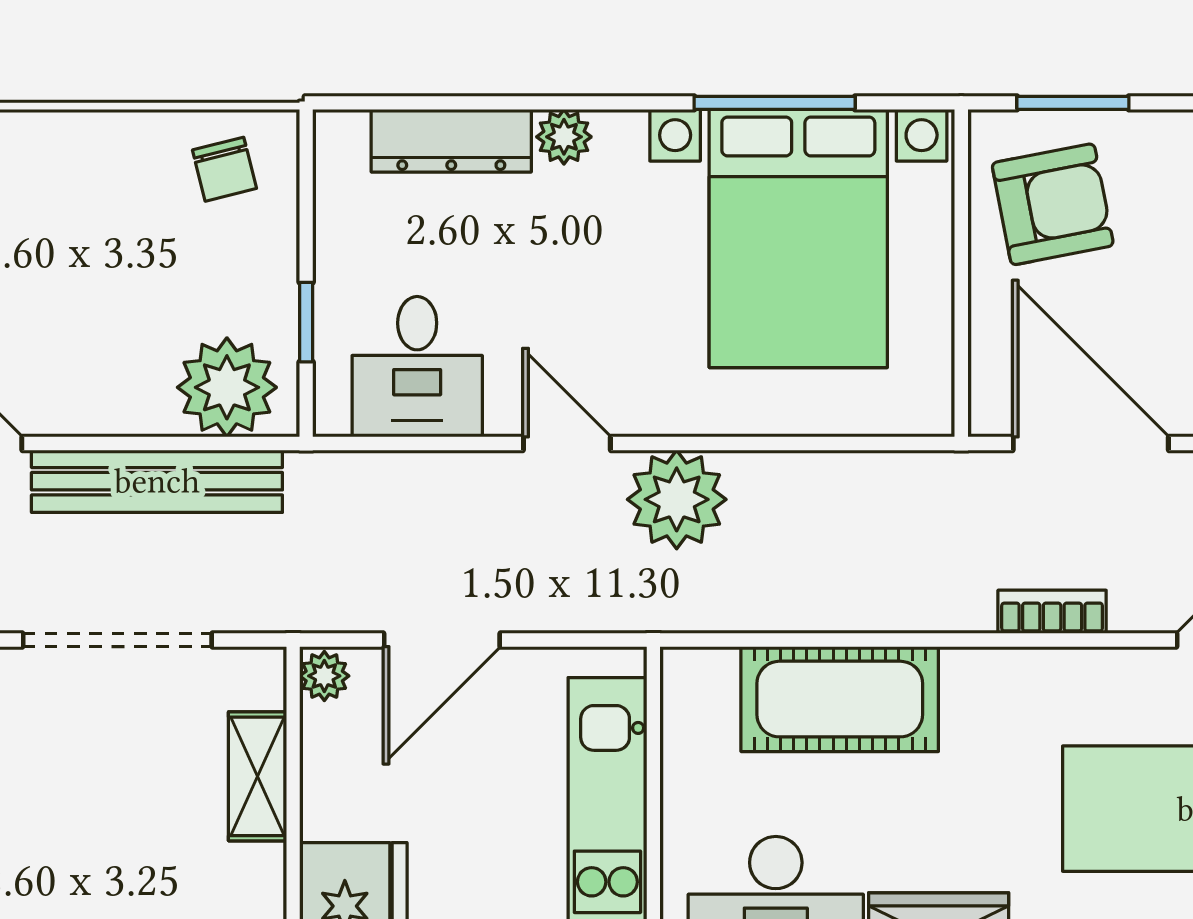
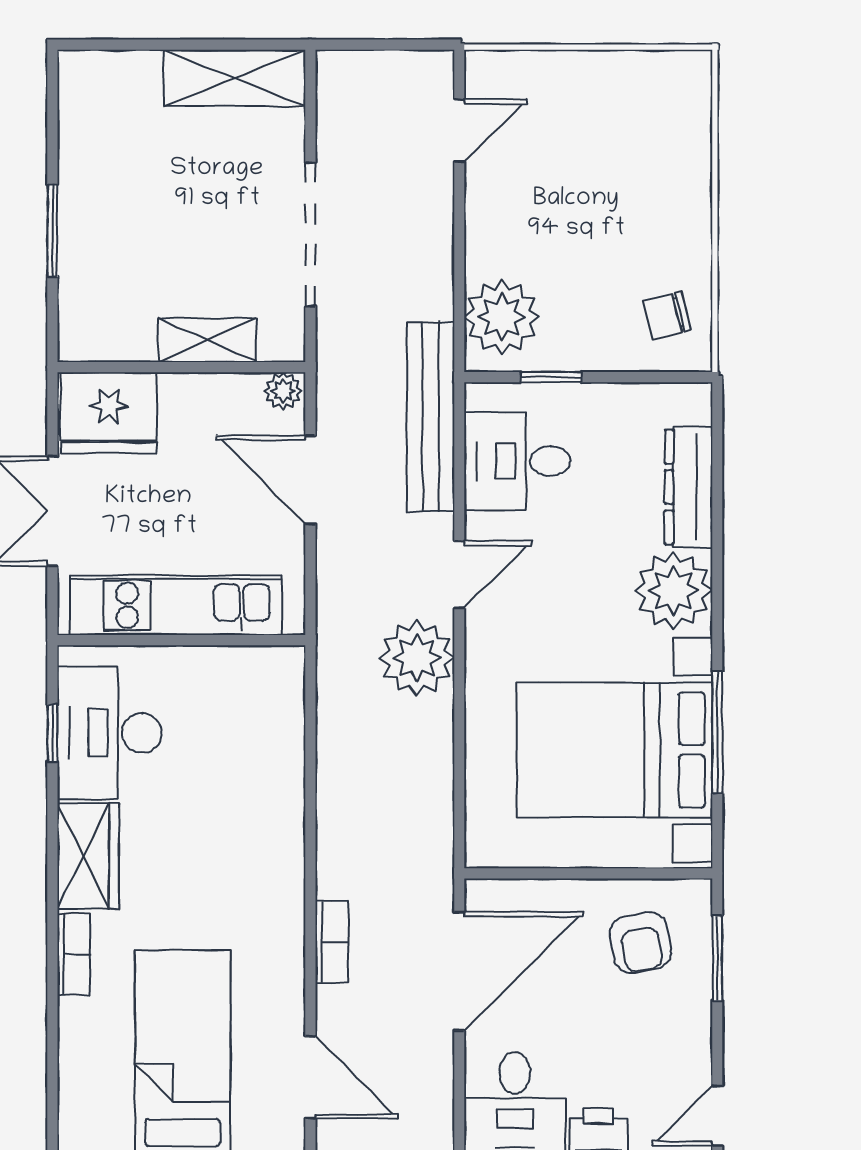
plant: (564, 137) -> (673, 591), width x1.88, depth x1.88
armchair: (1053, 204) -> (640, 943), width x0.72, depth x0.72
bench: (157, 481) -> (431, 417), moved
cot: (840, 699) -> (266, 781), removed

